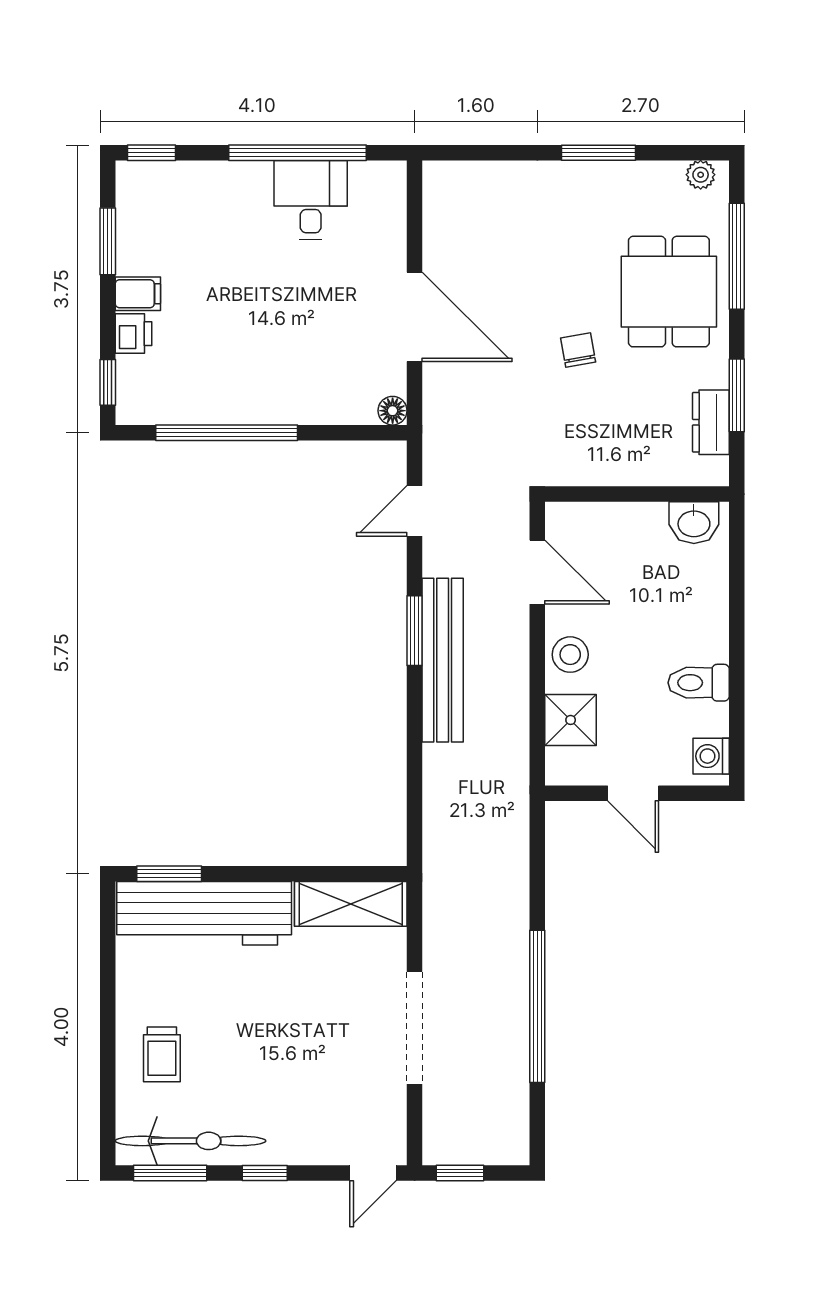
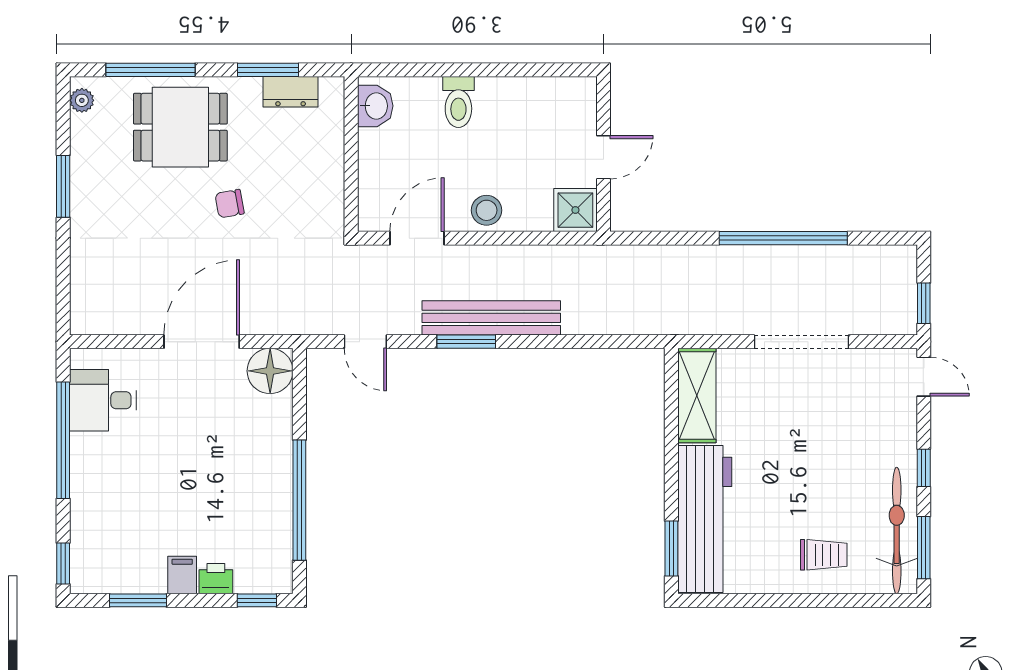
desk: (311, 200) -> (103, 400), moved
floor lamp: (393, 411) -> (270, 371), width x1.89, depth x1.89
toilet: (699, 683) -> (458, 102), moved
shower: (571, 720) -> (575, 210), moved
washing machine: (711, 756) -> (572, 92), removed

